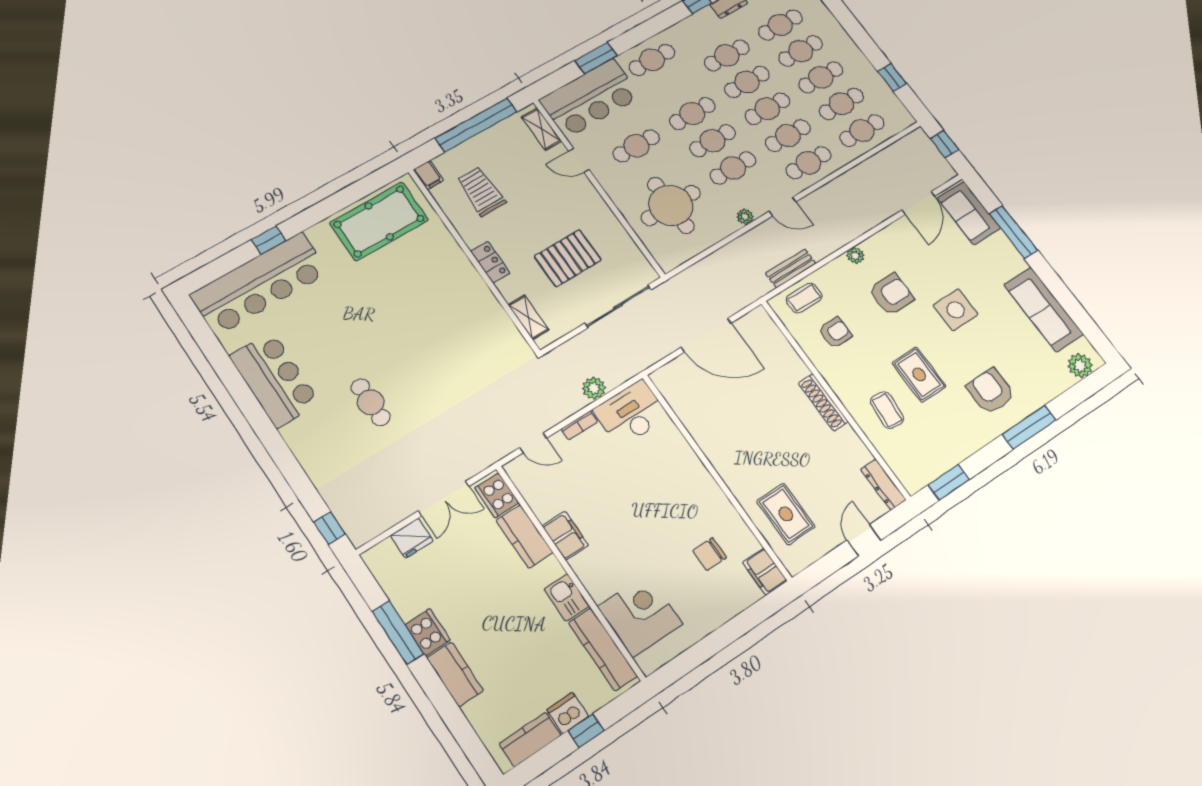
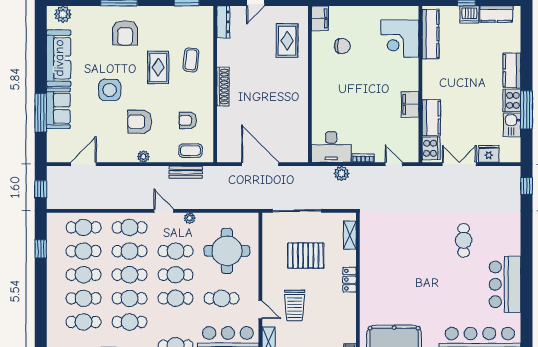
trolley: (481, 191) -> (295, 305), moved
sofa: (969, 213) -> (58, 108), moved
kitchen sink: (567, 597) -> (512, 125), moved, turned 180

